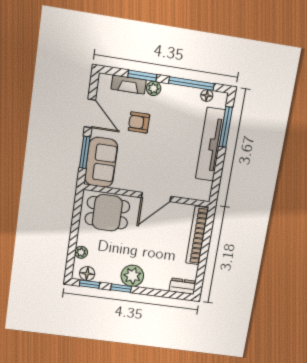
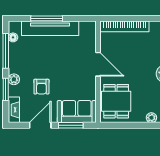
fireplace: (129, 85) -> (14, 110), moved
window: (226, 127) -> (47, 18), moved

